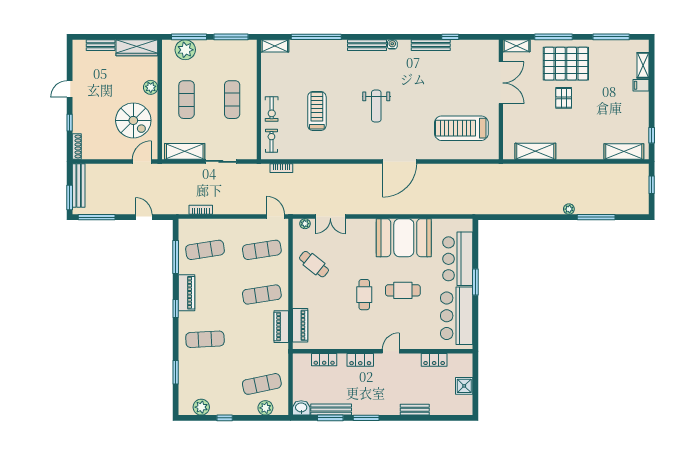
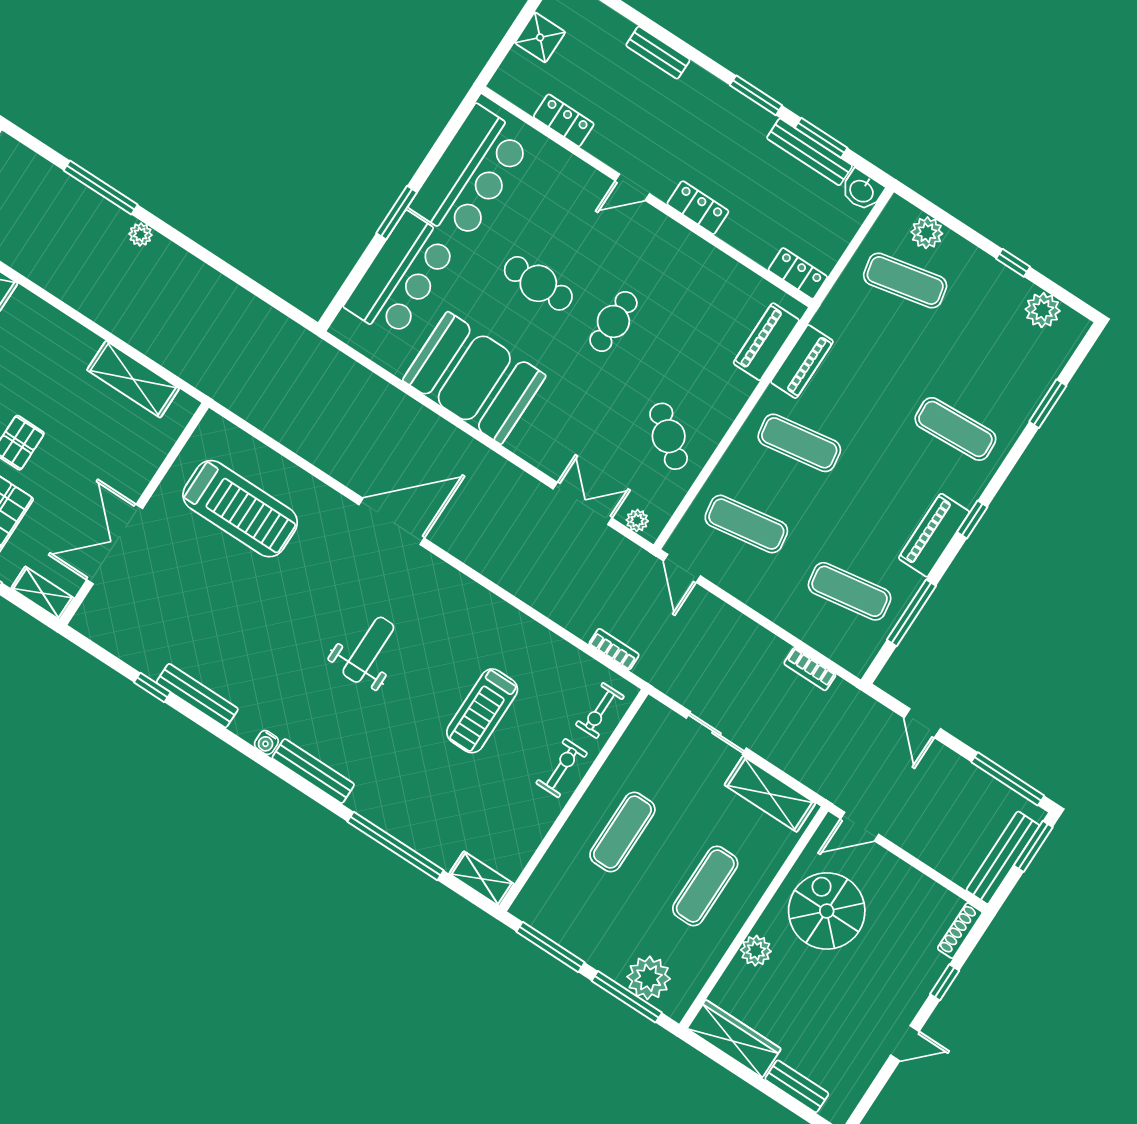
locker: (324, 360) -> (798, 273), moved

